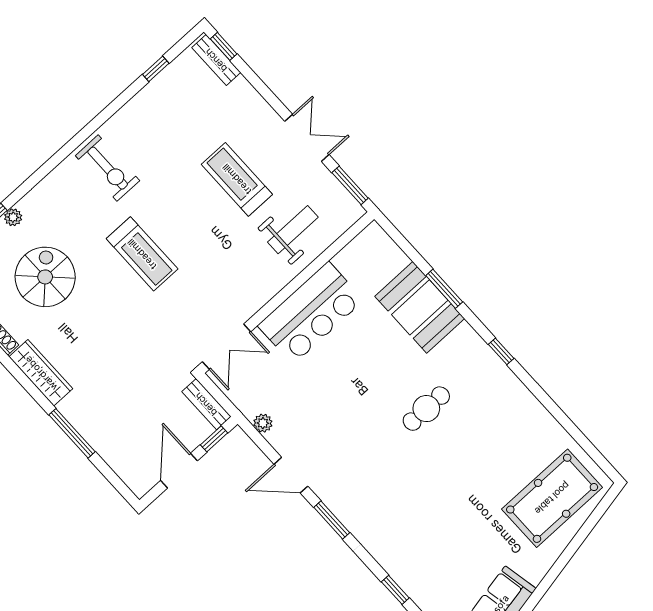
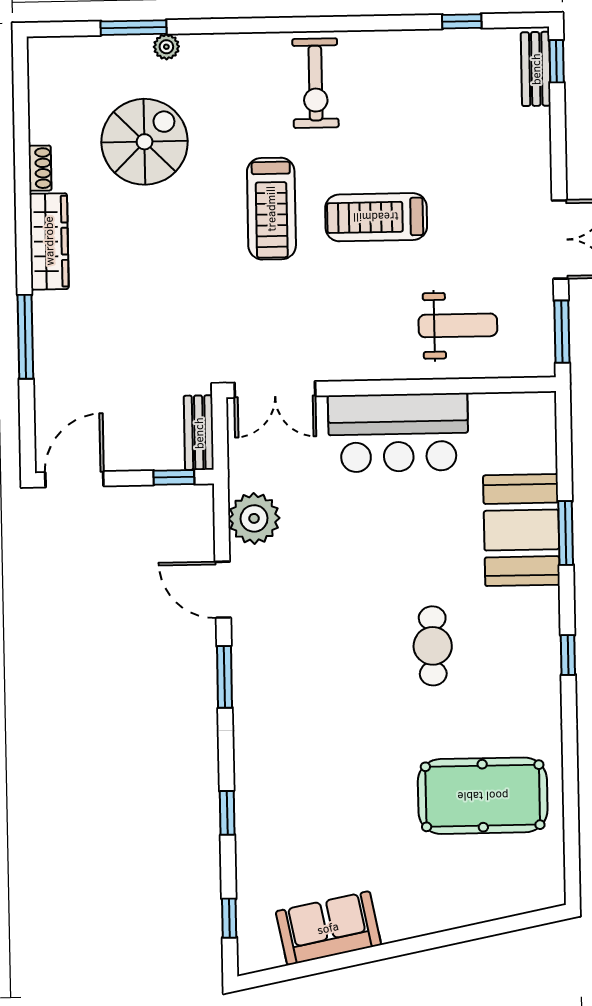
treadmill: (237, 179) -> (376, 217), moved, turned -90
cafe table: (426, 409) -> (433, 646), turned 90
plant: (263, 423) -> (254, 518), width x1.88, depth x1.88
door: (179, 471) -> (74, 479), moved
pool table: (552, 498) -> (483, 796), moved

